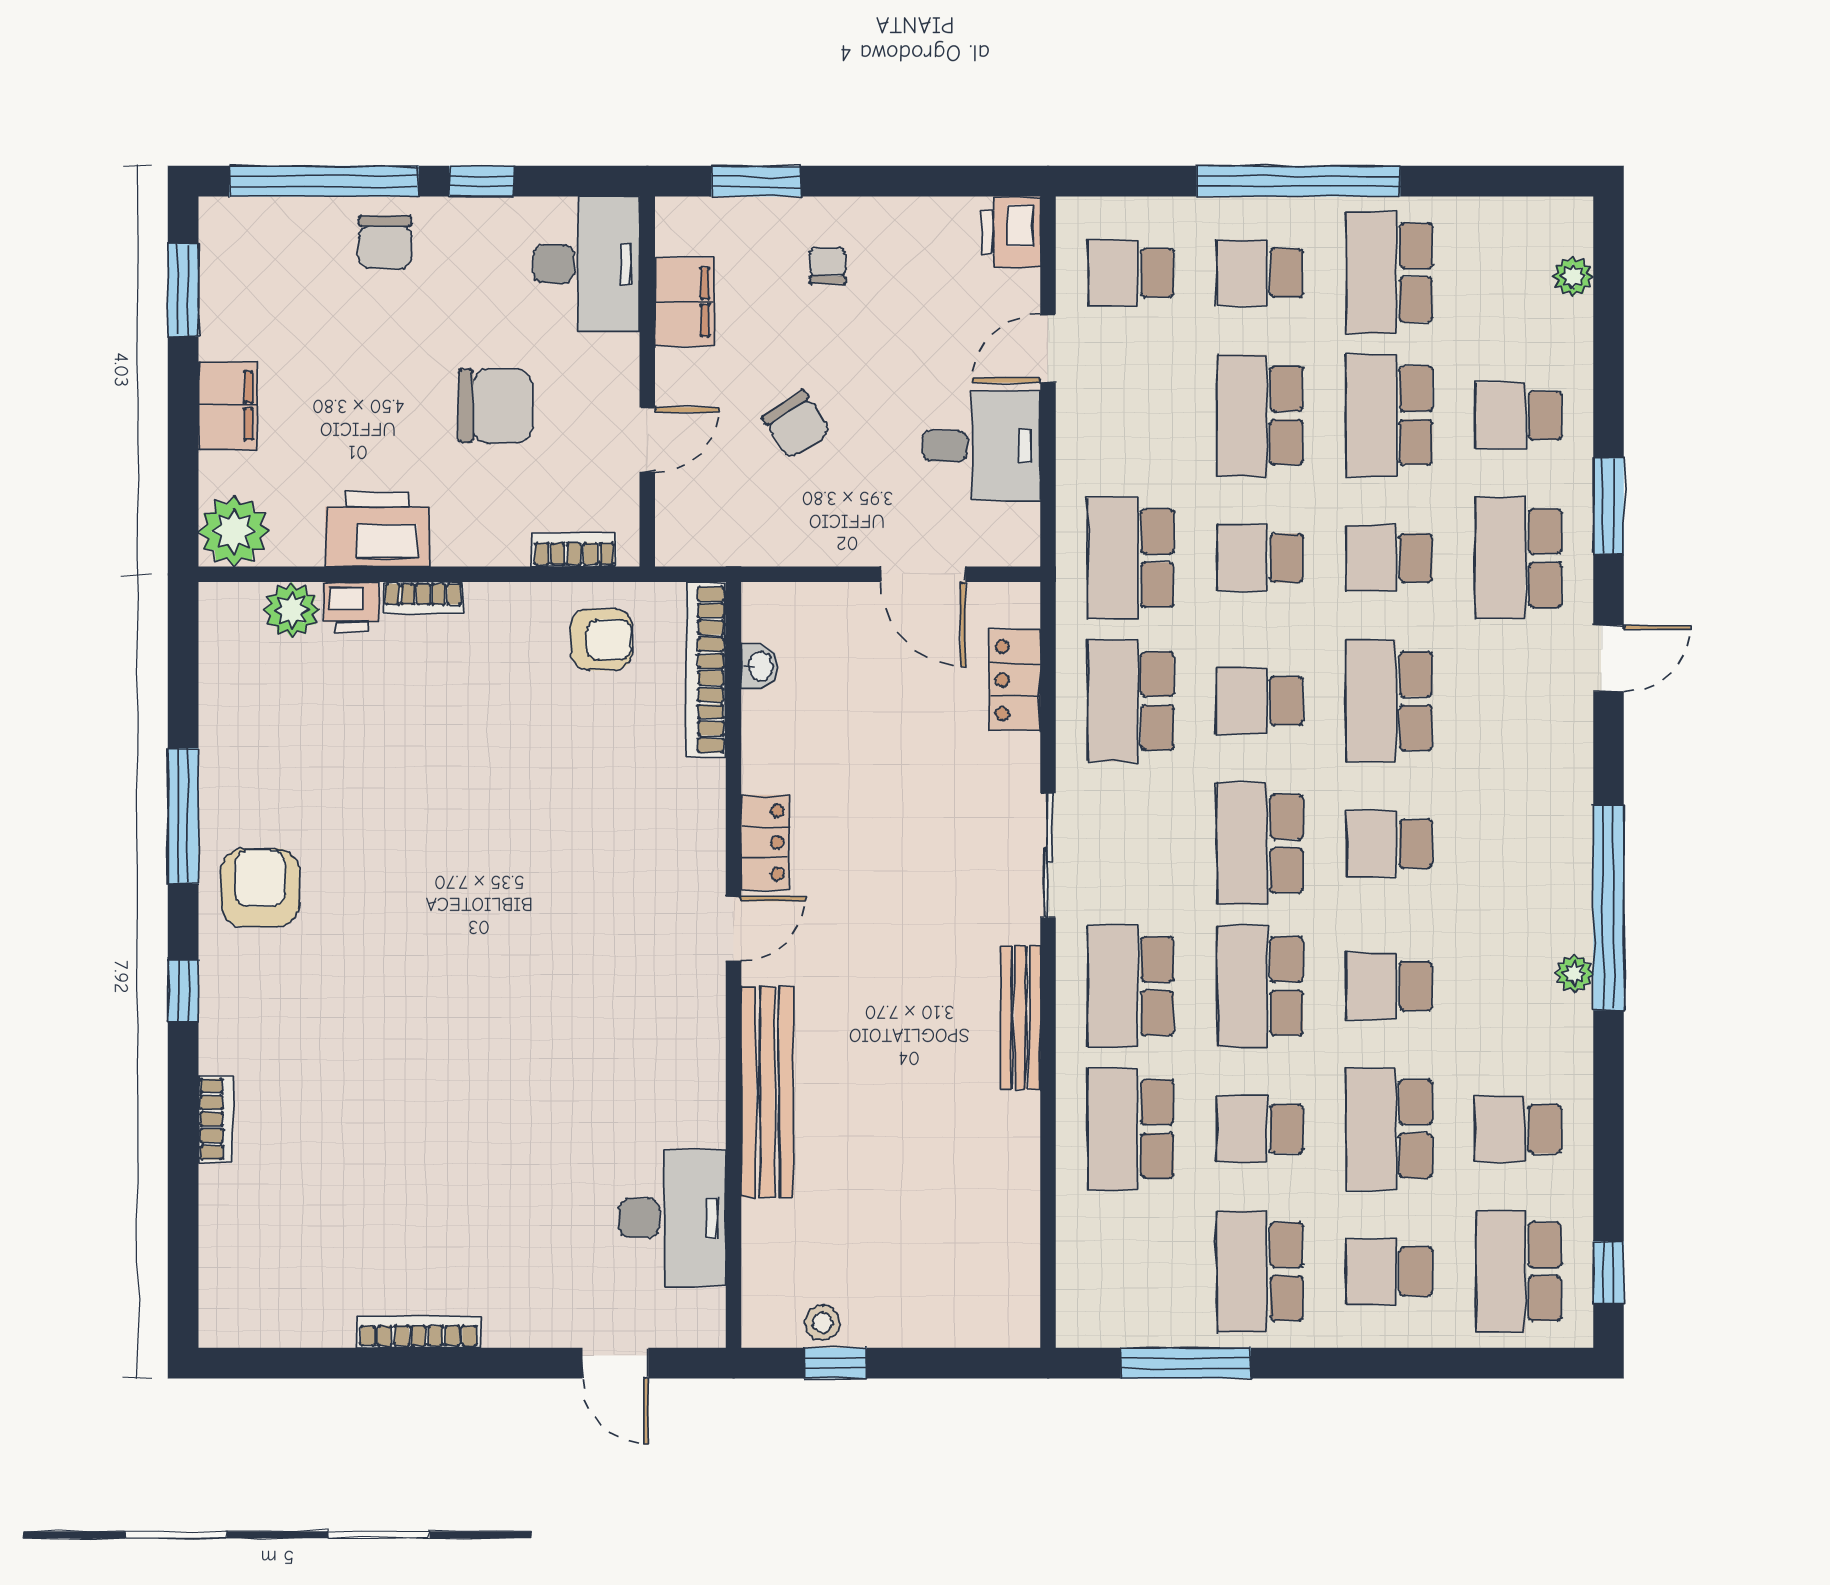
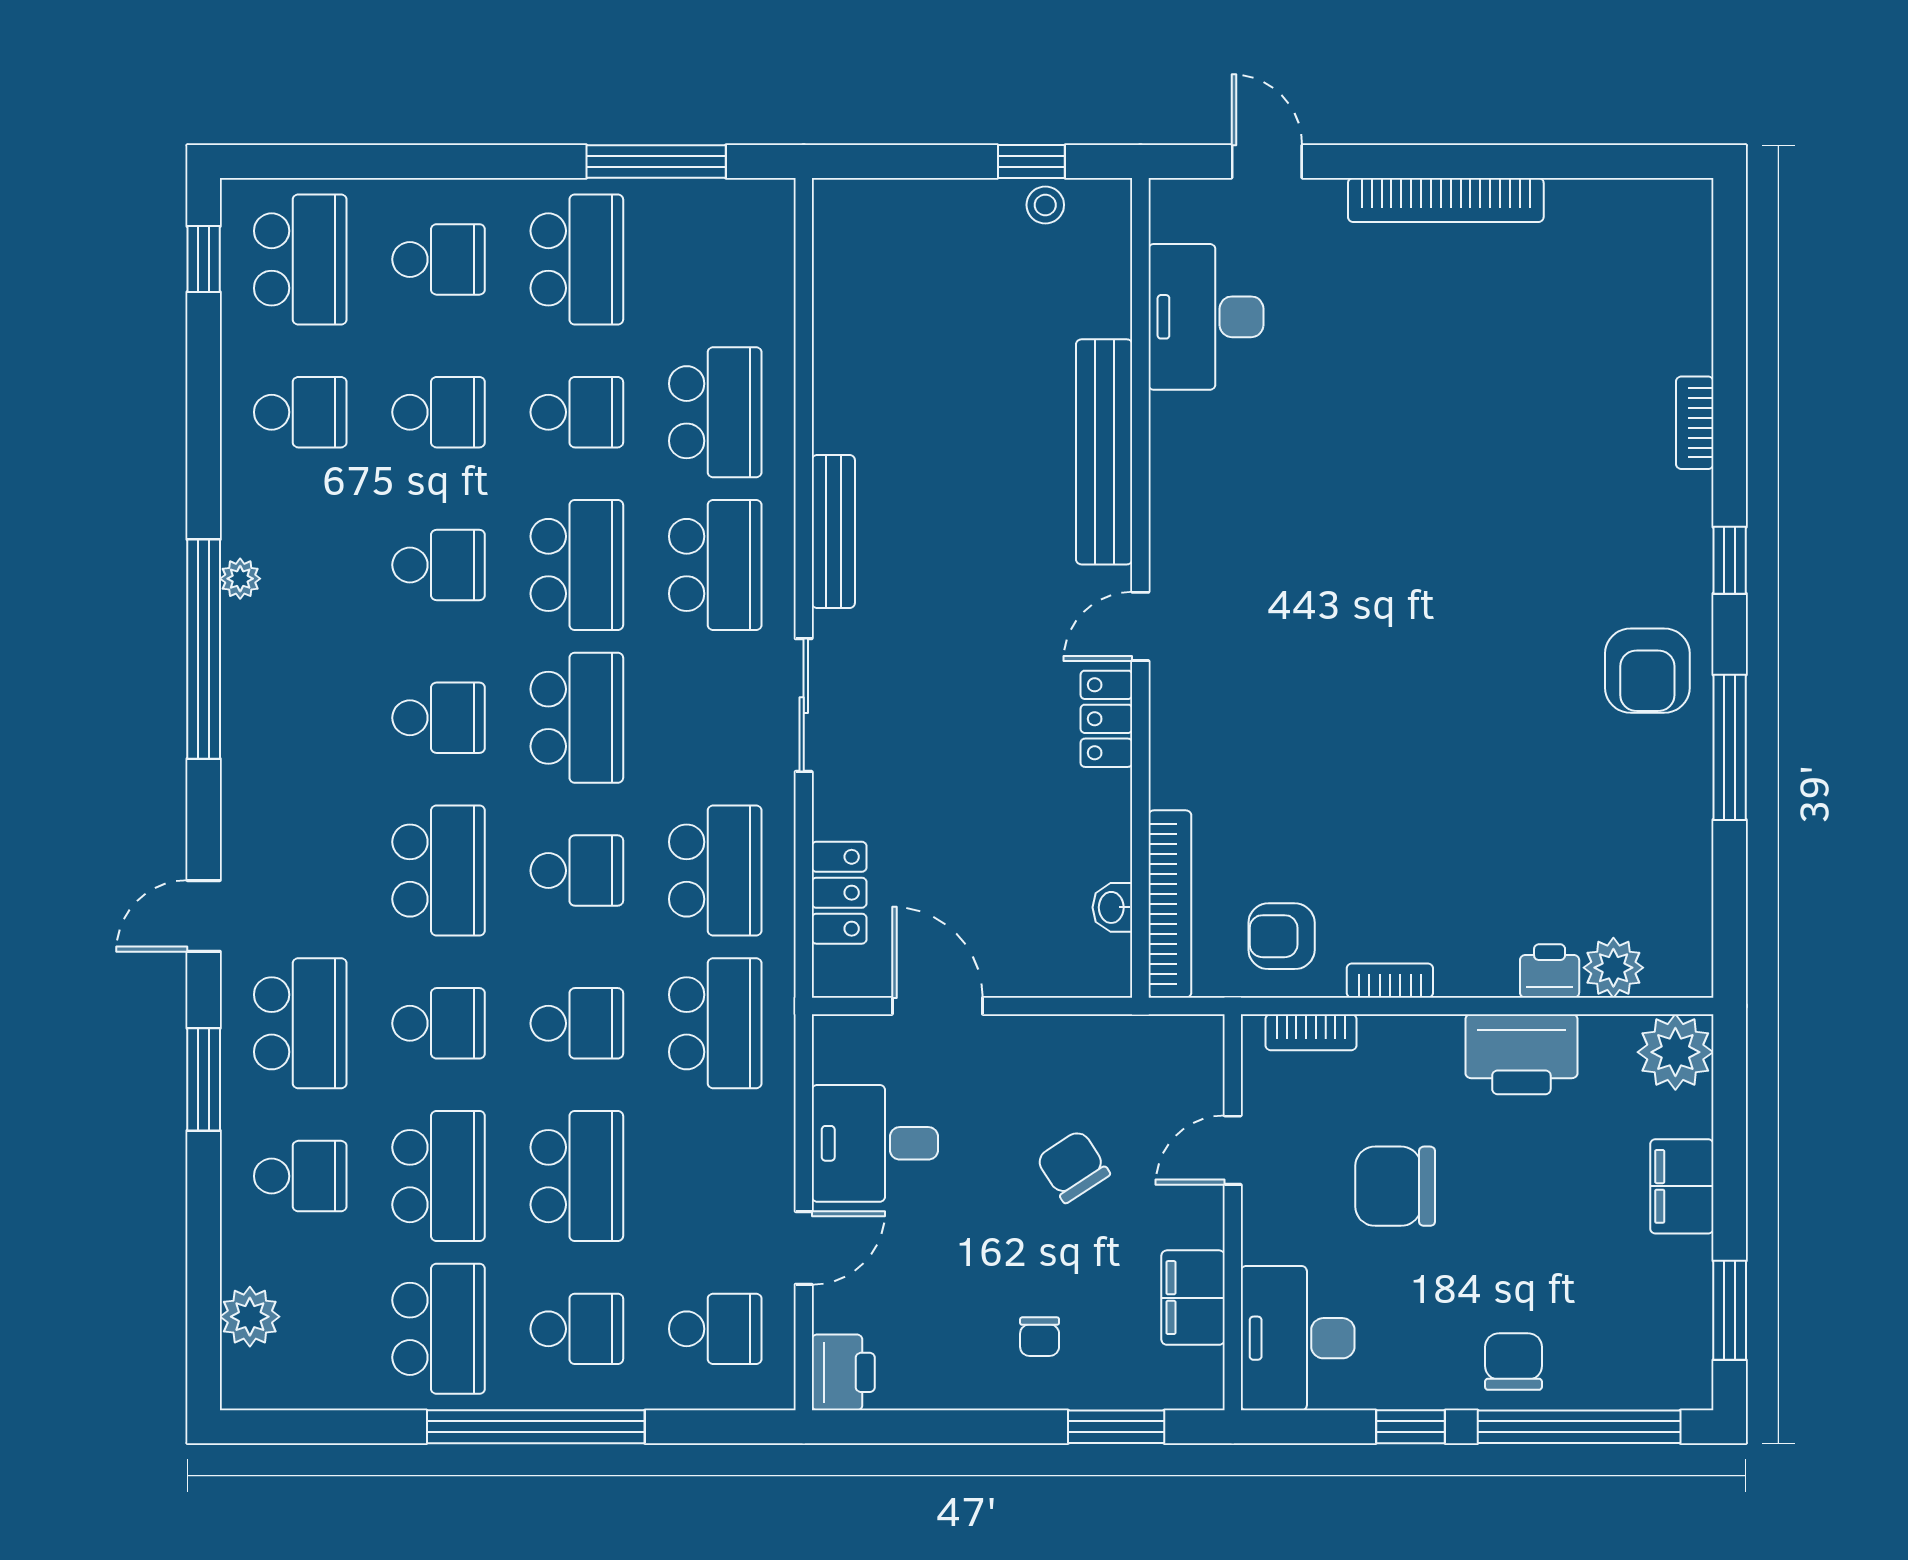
plant: (1573, 276) -> (250, 1317), width x1.38, depth x1.38
bookcase: (423, 598) -> (1390, 981), moved
school desk: (1389, 1129) -> (439, 412), width x0.54
bookcase: (419, 1332) -> (1446, 200), width x1.48, depth x1.31

